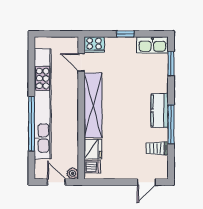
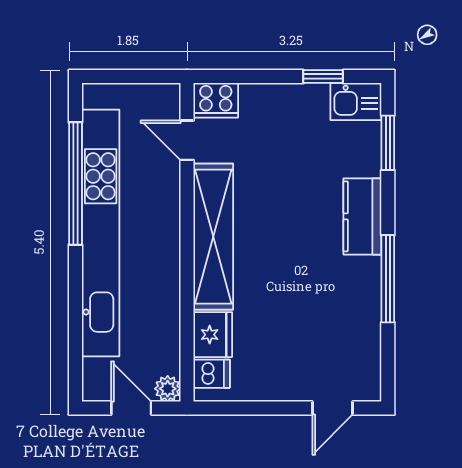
window: (125, 34) -> (323, 77), moved
kitchen sink: (152, 45) -> (356, 102), width x0.73
kitchen counter: (160, 110) -> (362, 216), moved
window: (31, 124) -> (75, 184), moved
trolley: (157, 148) -> (356, 333), removed

